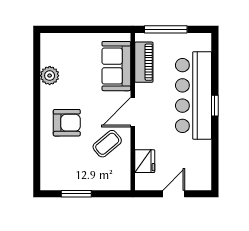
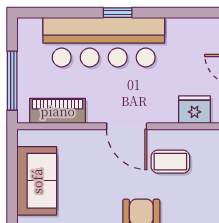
sofa: (116, 66) -> (37, 181), moved, turned -90
coffee table: (107, 144) -> (170, 162), turned -50

